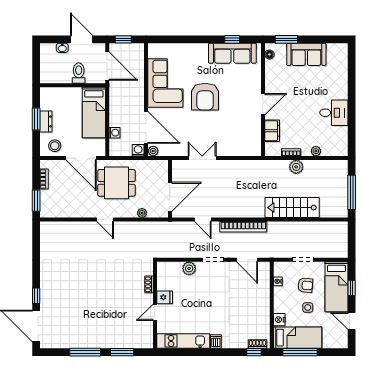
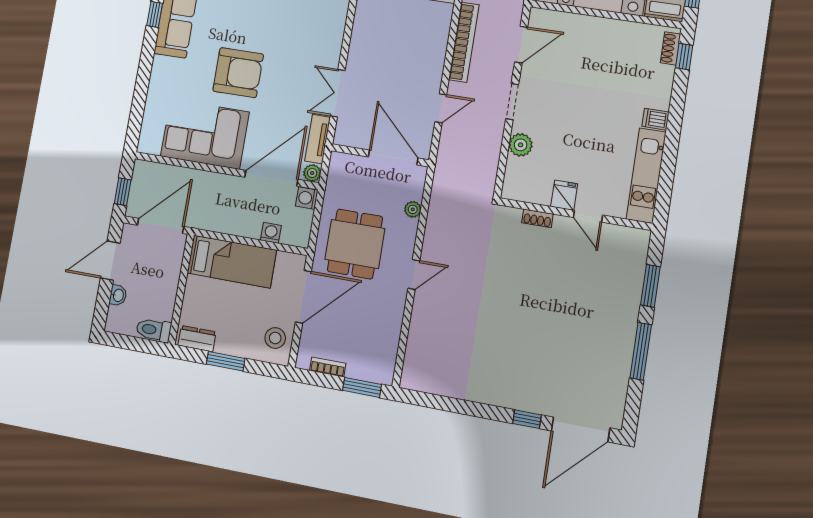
toilet: (79, 73) -> (154, 330), moved
dresser: (46, 121) -> (197, 339), moved
tv unit: (173, 151) -> (318, 139), added

